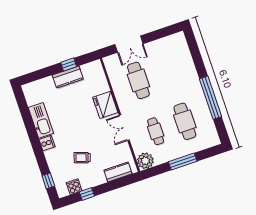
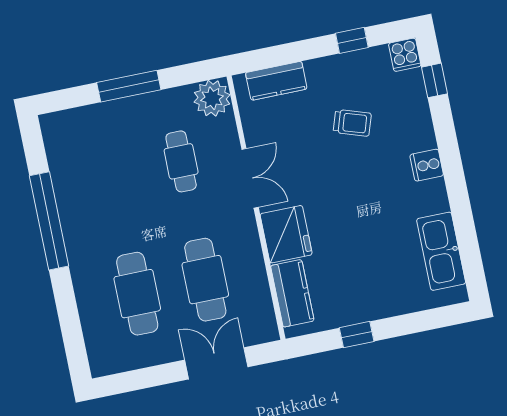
kitchen counter: (68, 77) -> (292, 293), moved, turned 90
kitchen sink: (41, 120) -> (441, 251), moved
cafe table: (185, 121) -> (137, 294), moved
cooker: (74, 187) -> (405, 55), moved

